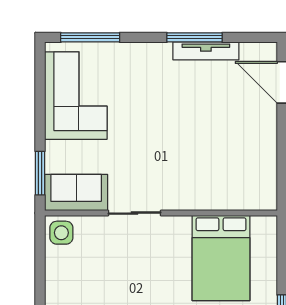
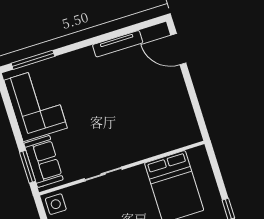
window: (194, 37) -> (107, 37), removed
sofa: (76, 193) -> (43, 161), moved, turned 90

